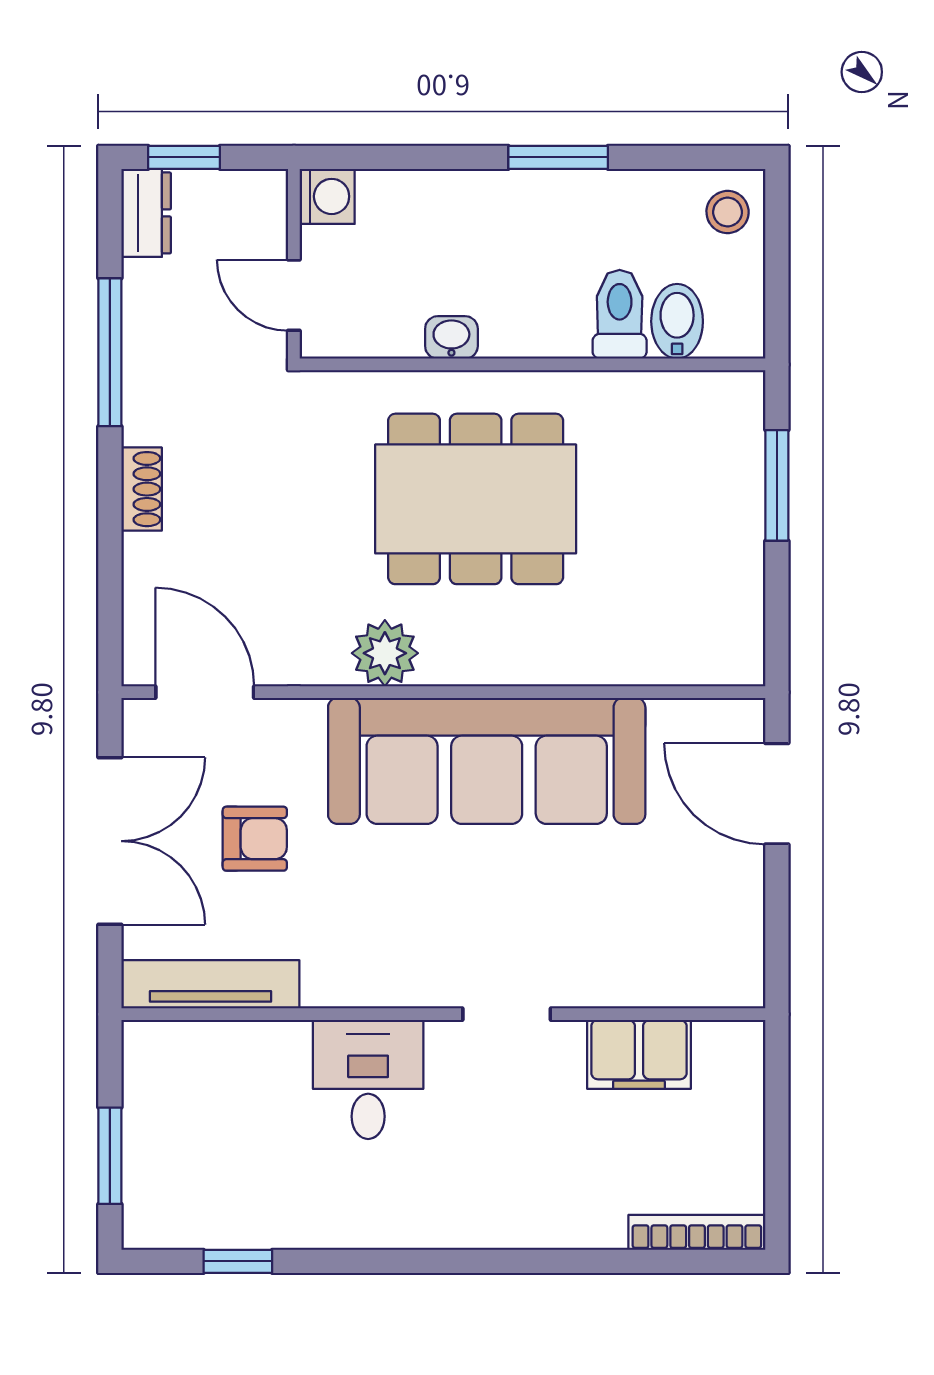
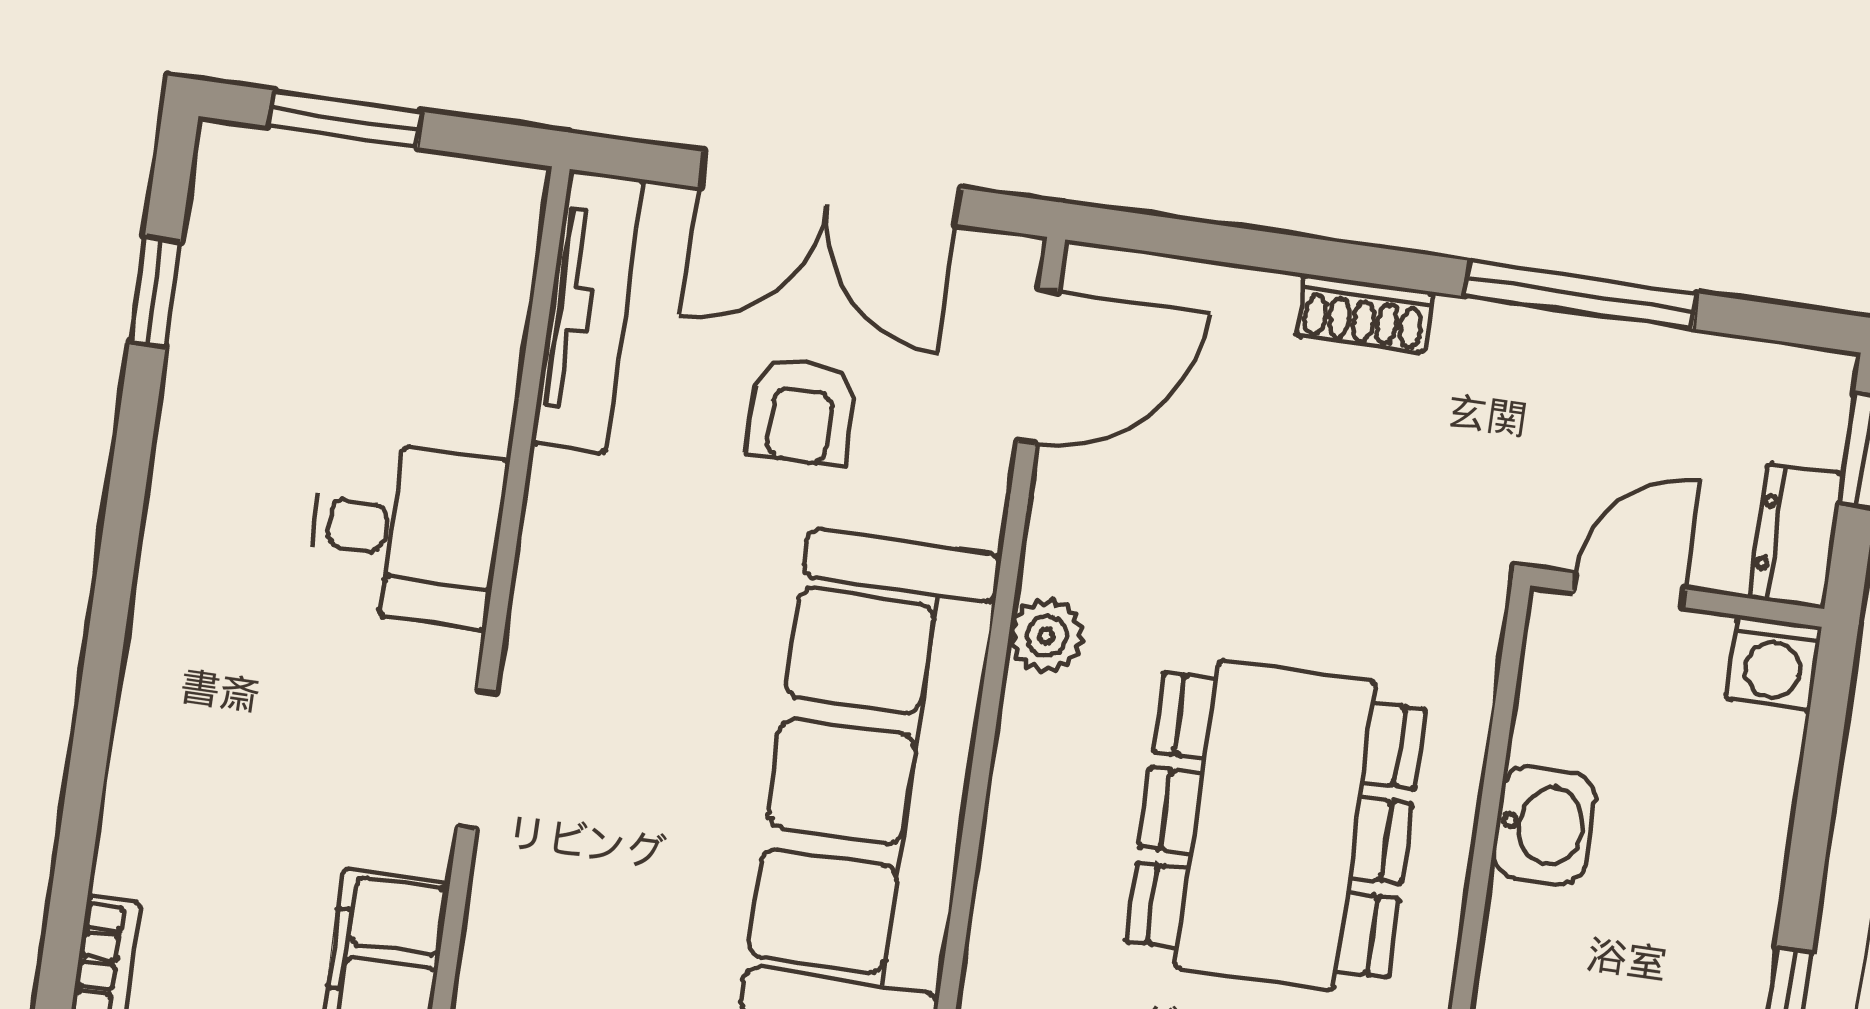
dresser: (146, 213) -> (1796, 536), moved, turned 90
washbasin: (451, 337) -> (1544, 825), width x1.38, depth x1.45
plant: (385, 653) -> (1046, 636), width x0.73, depth x0.73

